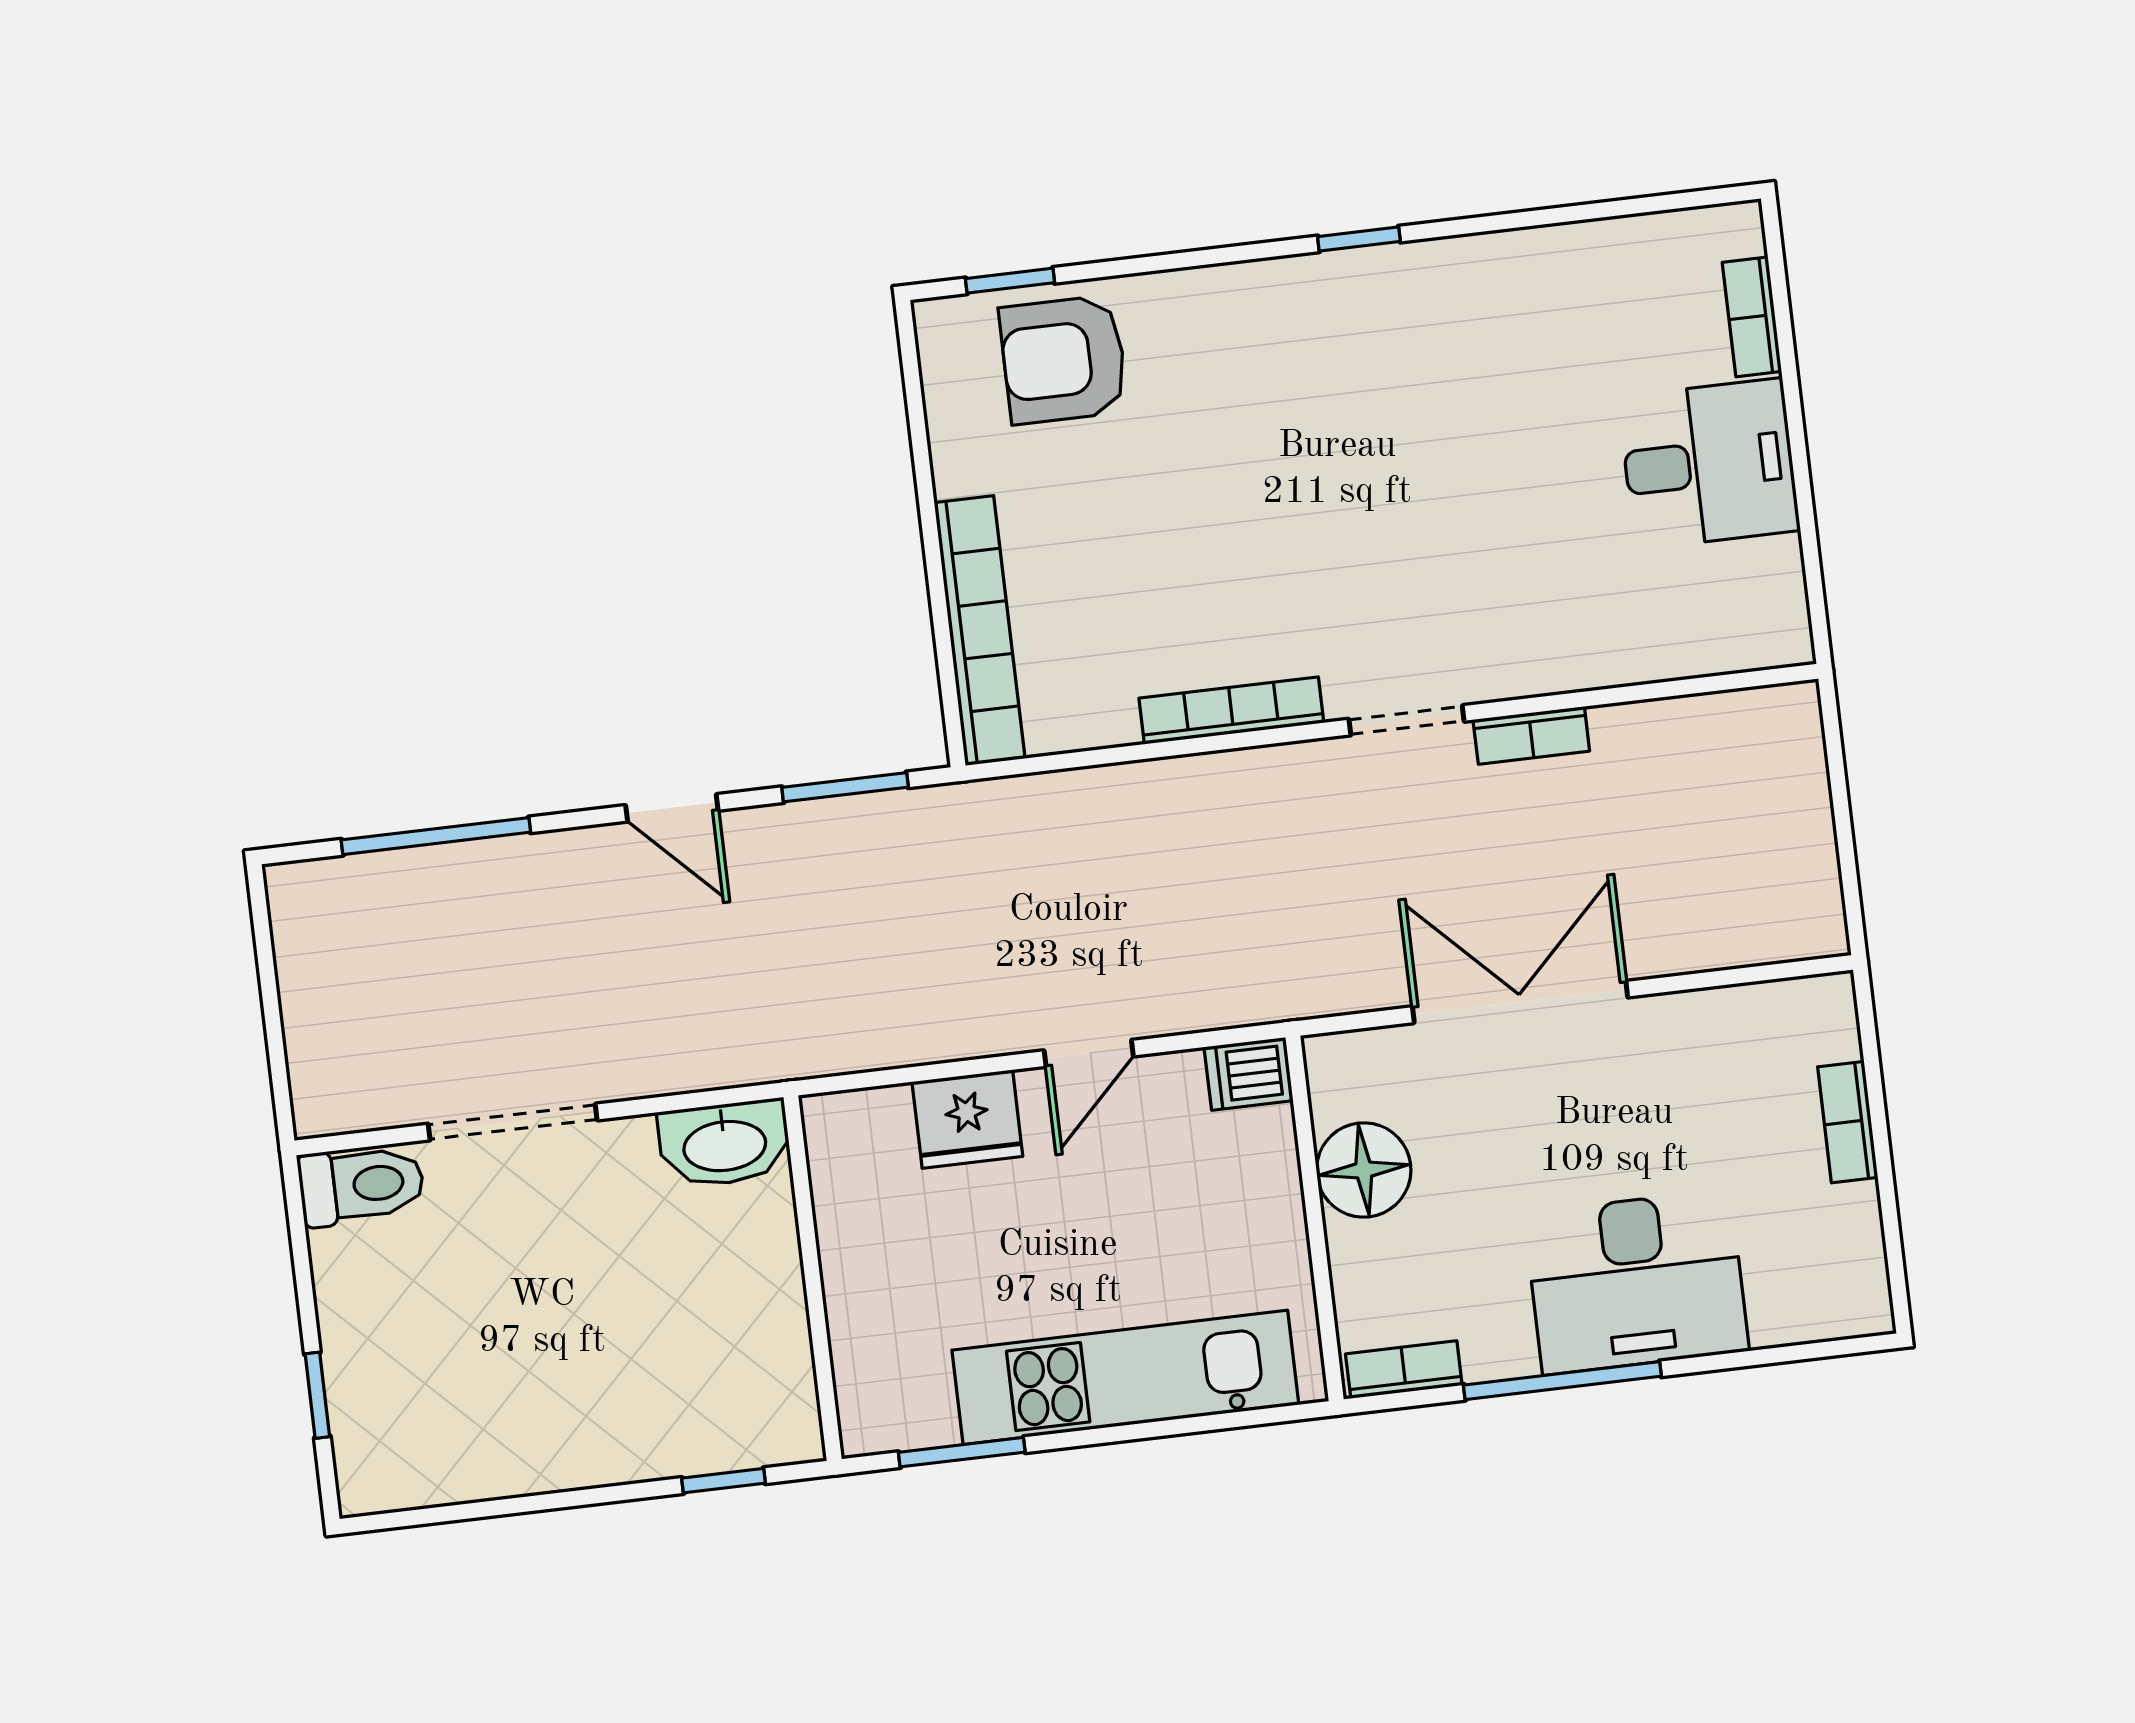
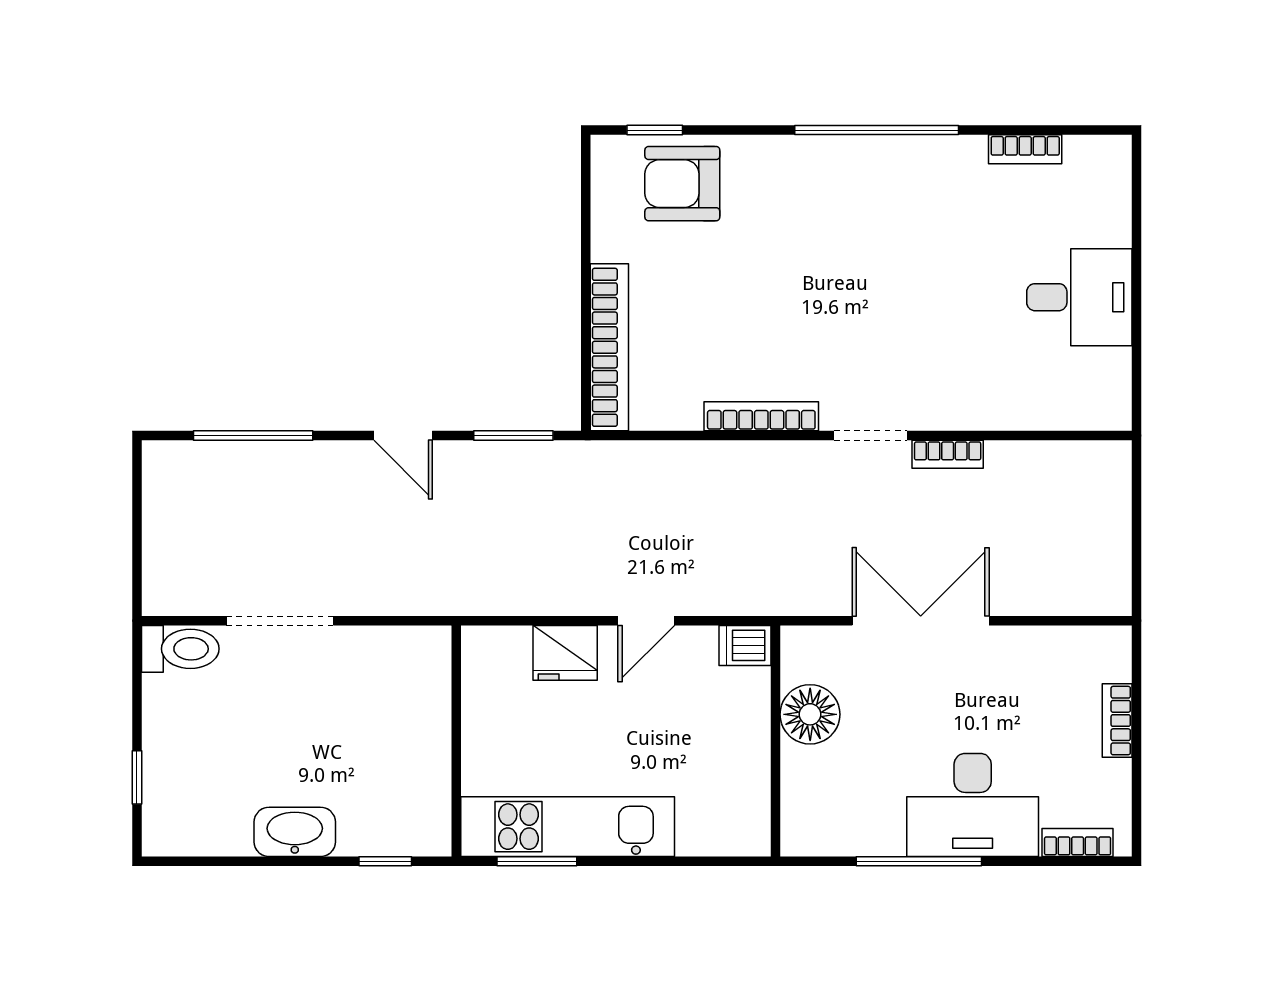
window: (1359, 239) -> (877, 130), width x3.17
bookcase: (1752, 317) -> (1025, 149), moved, turned -90
washbasin: (724, 1144) -> (295, 832), moved, turned 180
bookcase: (1404, 1370) -> (1078, 843), moved
kitchen unit: (1125, 1377) -> (568, 827), moved

